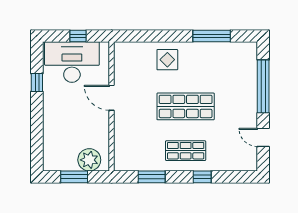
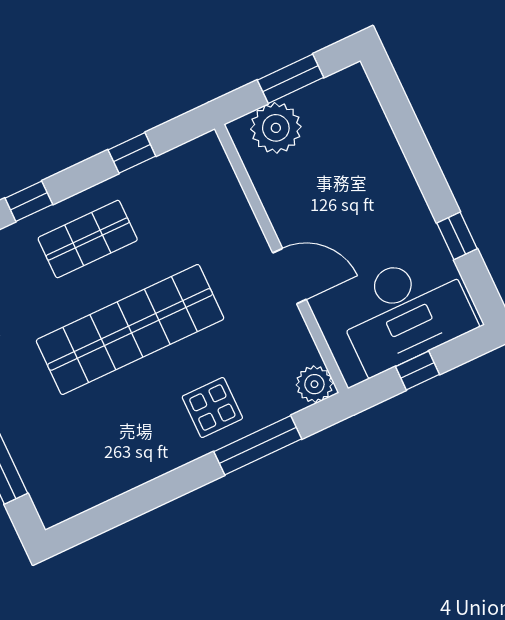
window: (212, 36) -> (258, 445), moved
plant: (122, 50) -> (314, 384), added
shop shelf: (186, 106) -> (130, 329), width x1.40
window: (152, 177) -> (132, 153), width x0.67

